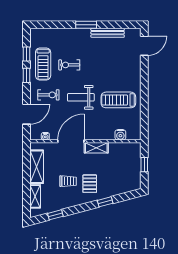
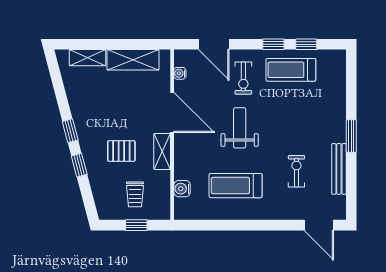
exercise bike: (69, 65) -> (296, 171), moved
treadmill: (118, 100) -> (236, 186), turned -90
trolley: (68, 181) -> (135, 194), moved
pallet: (90, 184) -> (121, 151), moved
window: (55, 215) -> (70, 131), moved

